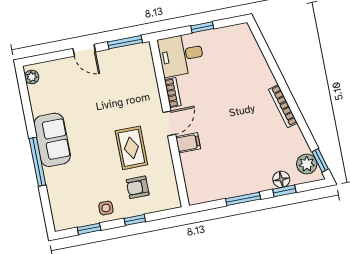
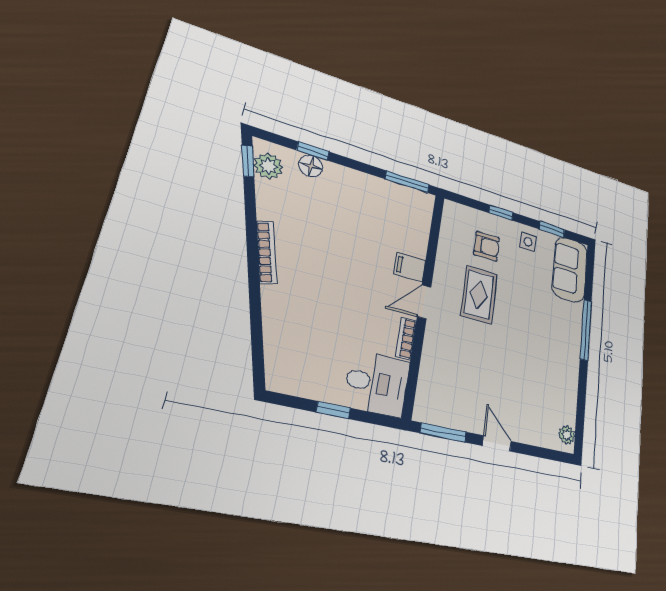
sofa: (52, 140) -> (570, 269), moved
window: (243, 199) -> (407, 182), moved

